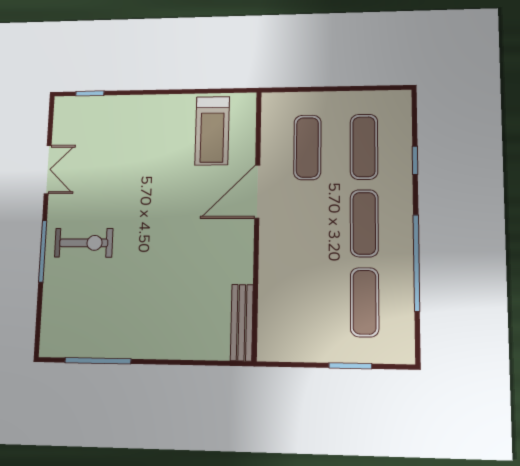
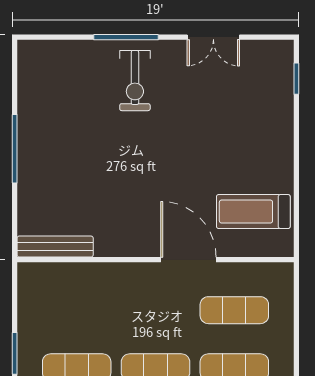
window: (98, 361) -> (15, 149), moved

